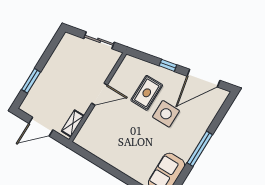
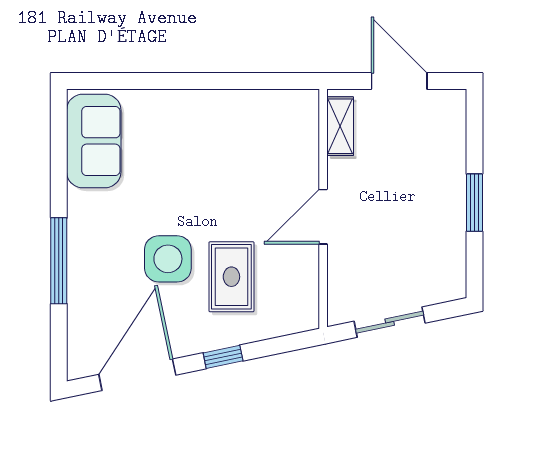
window: (31, 81) -> (474, 203), moved
door: (41, 127) -> (399, 81), hinge flipped
window: (200, 149) -> (59, 261), moved

